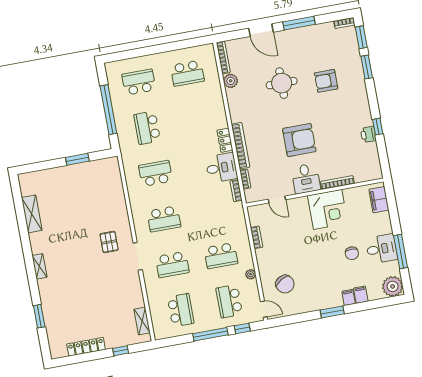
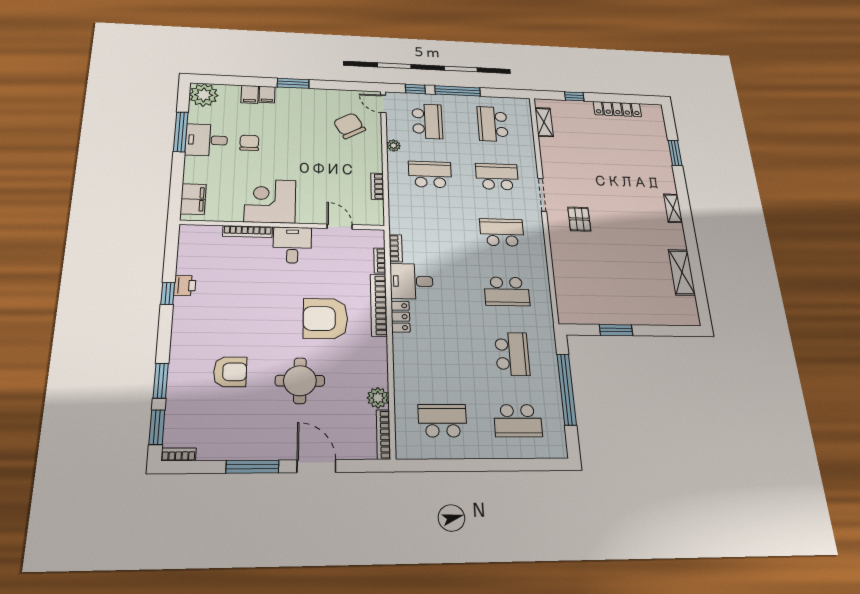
armchair: (299, 140) -> (325, 319), moved

